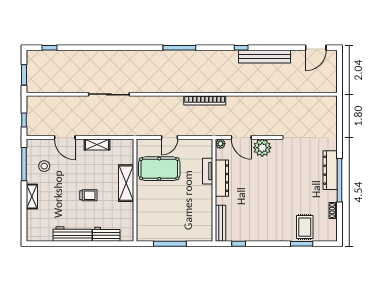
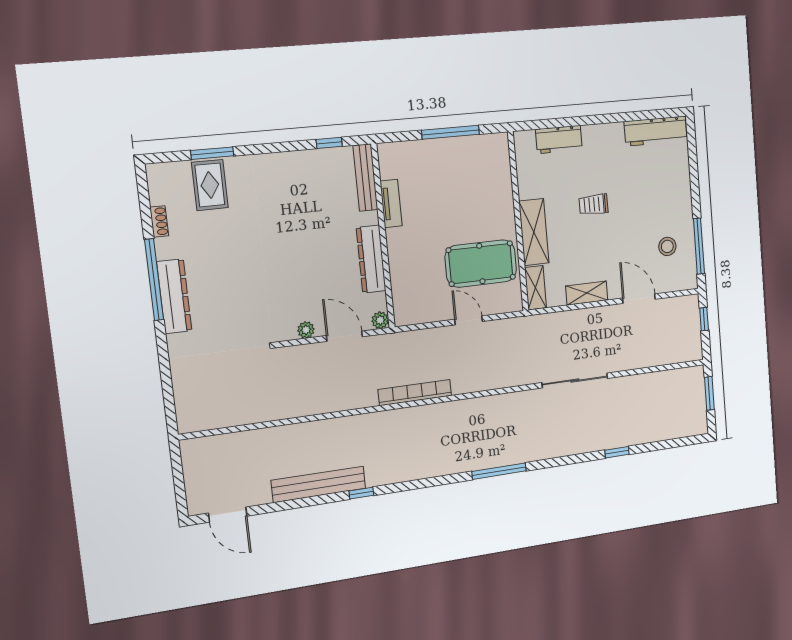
window: (50, 48) -> (617, 452), moved
window: (179, 48) -> (499, 471), moved
door: (316, 48) -> (228, 515), swing flipped
door: (170, 137) -> (469, 320), hinge flipped
plant: (262, 148) -> (306, 330), width x0.53, depth x0.53
tv unit: (208, 171) -> (391, 204), moved
shelving: (32, 197) -> (536, 288), moved
workbench: (72, 234) -> (656, 131), moved

